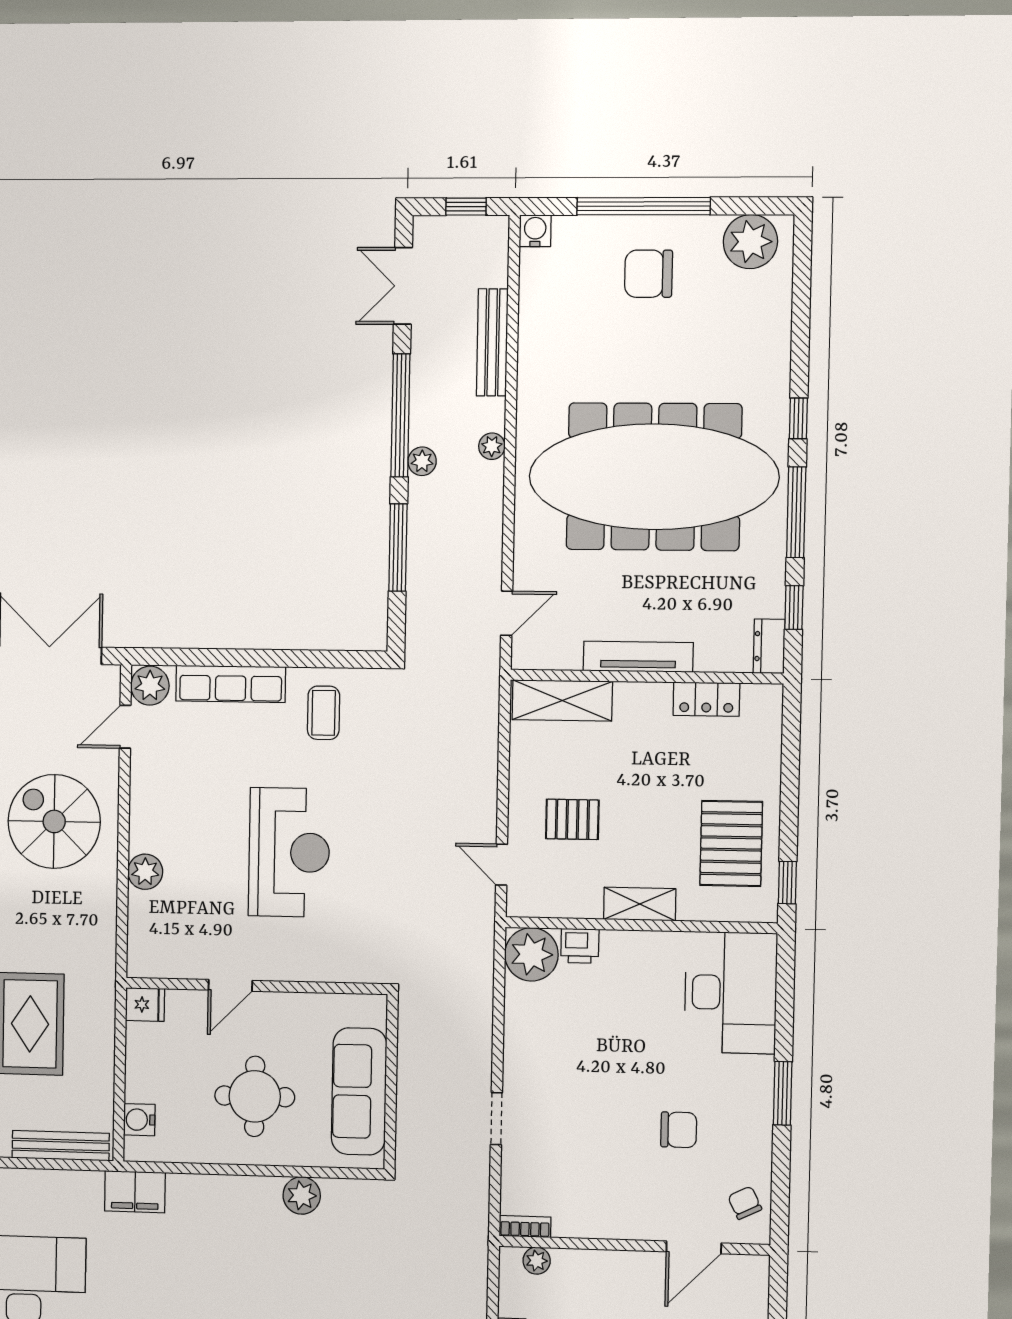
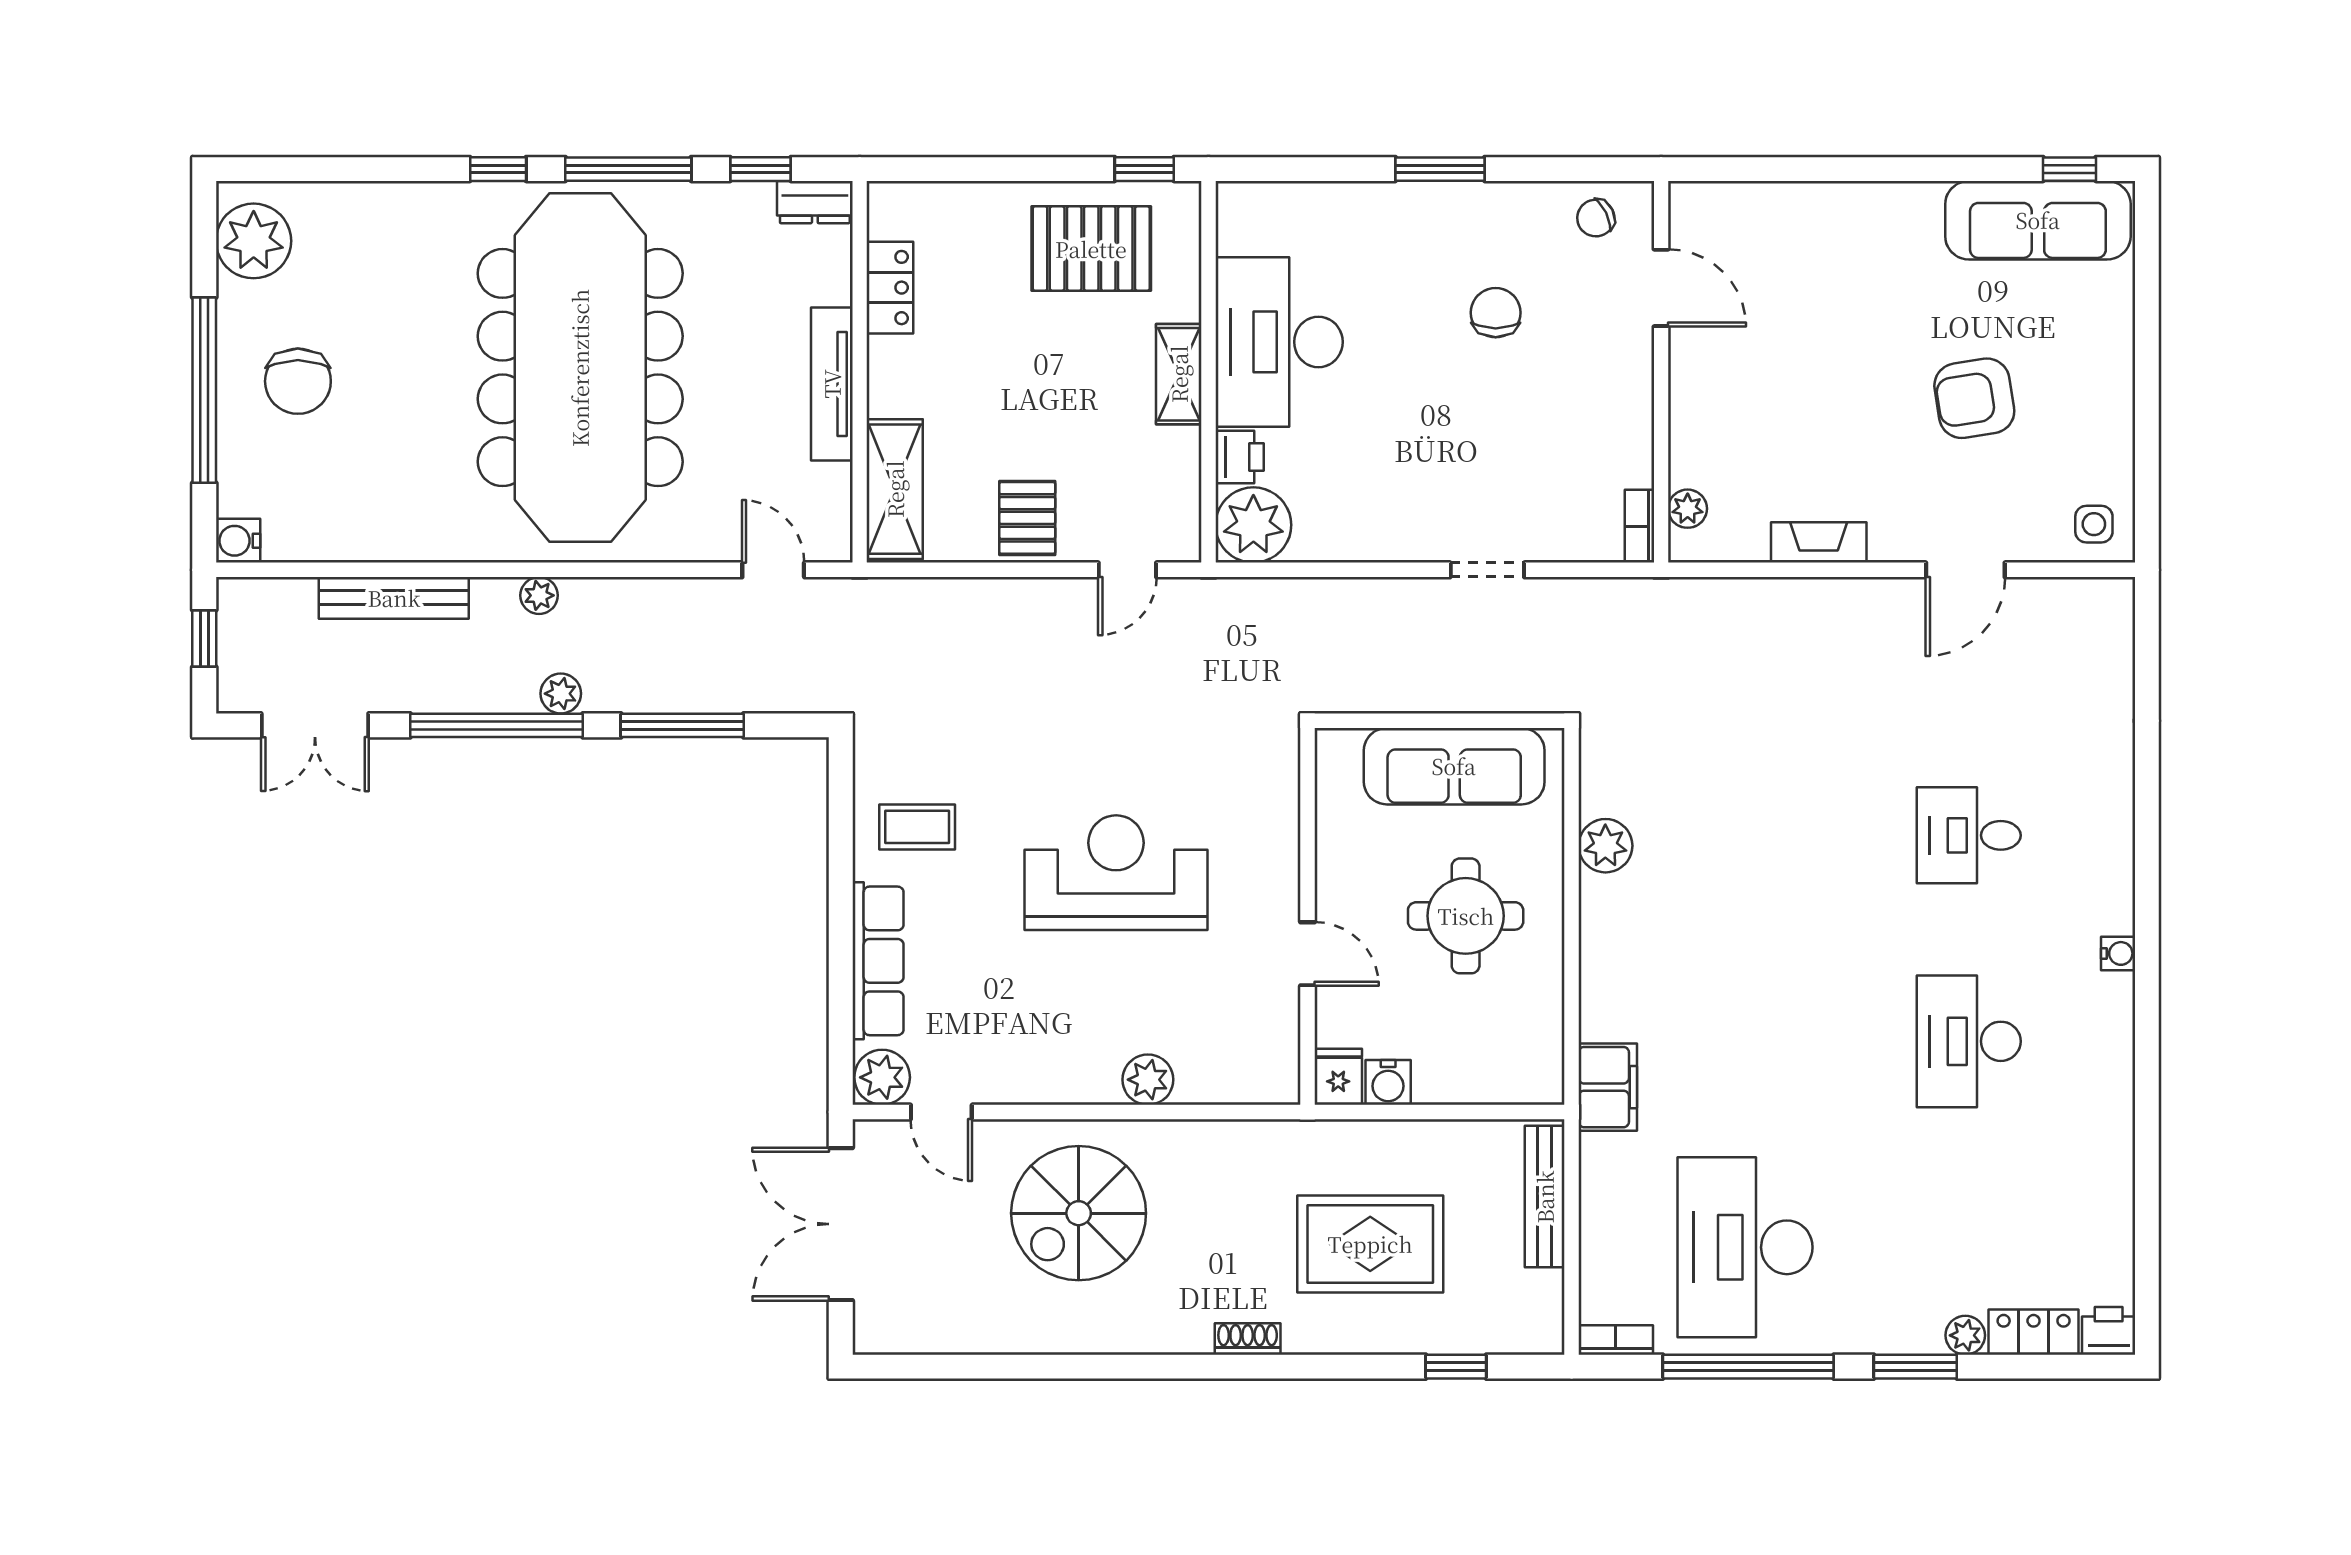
pallet: (572, 819) -> (1027, 518), moved
desk: (731, 993) -> (1279, 342), moved, turned -90
water cooler: (139, 1120) -> (1388, 1082), moved

